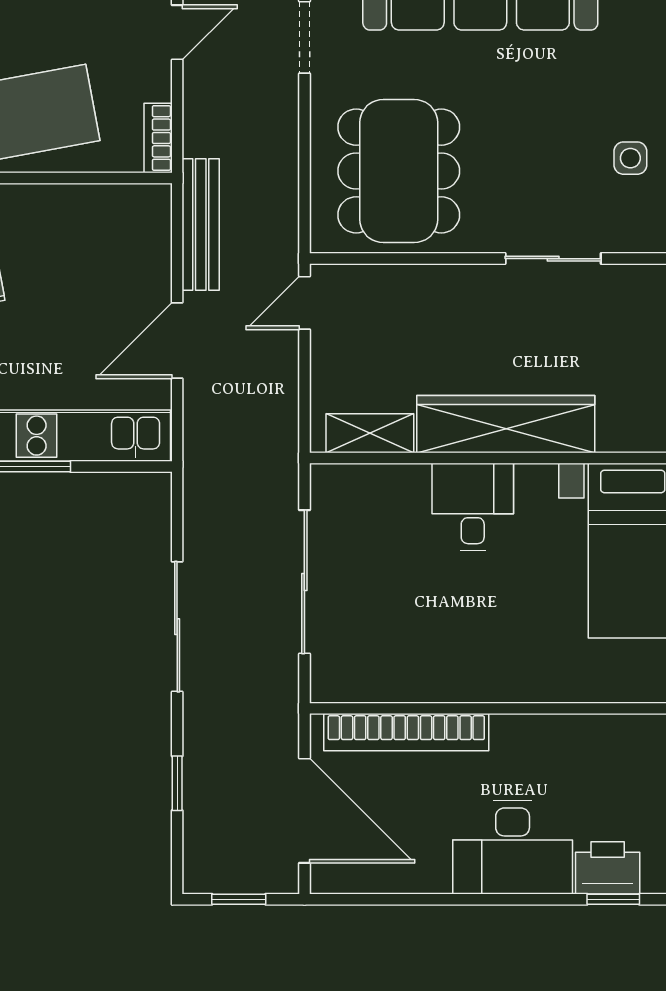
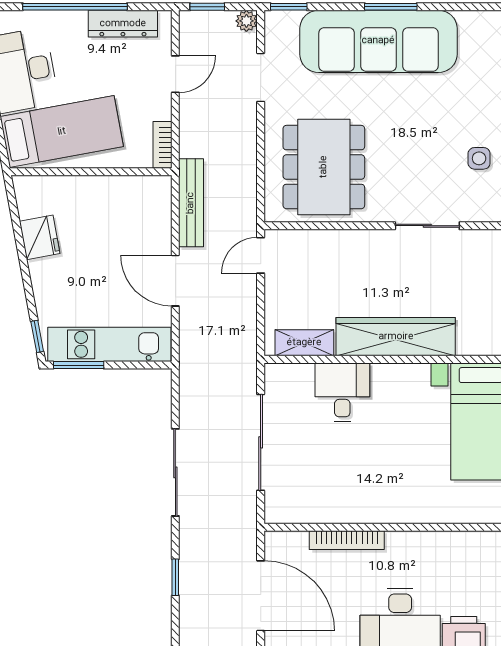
door: (177, 341) -> (175, 281), hinge flipped
desk: (473, 507) -> (342, 392), moved
bookcase: (406, 732) -> (347, 540), width x0.68, depth x0.76

